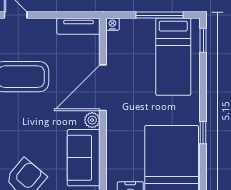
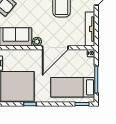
tv unit: (78, 26) -> (90, 29), width x1.41
door: (103, 88) -> (55, 48), swing flipped

